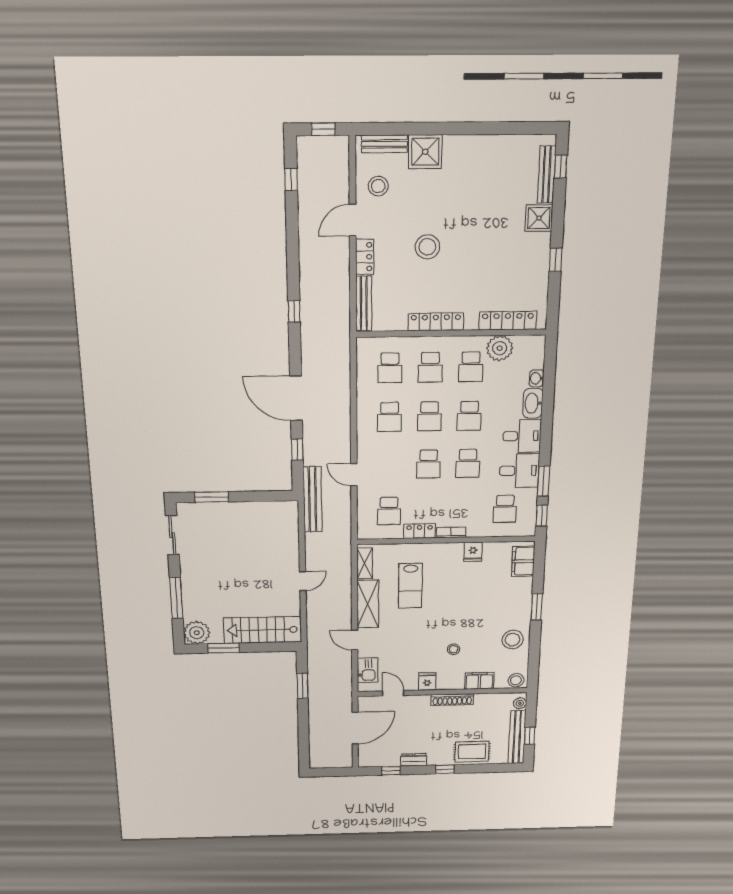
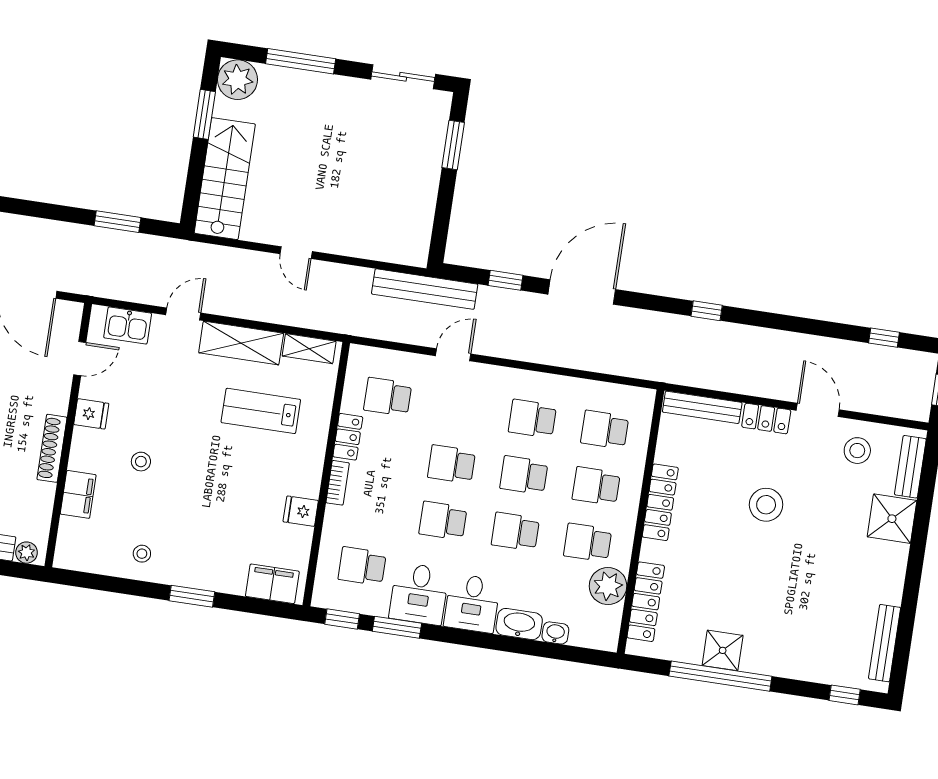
bench: (547, 175) -> (885, 643), moved, turned 90
shower: (539, 218) -> (723, 650), moved
window: (556, 260) -> (720, 676), width x3.17
stool: (513, 640) -> (142, 554), width x0.53, depth x0.53
stool: (516, 680) -> (69, 551), removed

